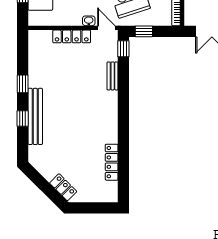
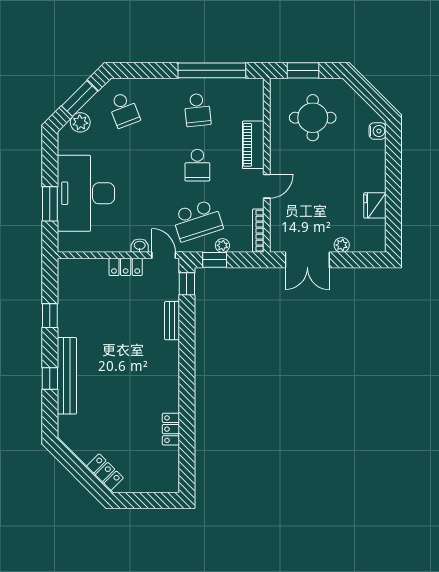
plant: (150, 21) -> (222, 245), added
locker: (72, 36) -> (126, 267), width x0.66
window: (23, 84) -> (50, 316), moved
locker: (112, 162) -> (171, 429), width x0.66

